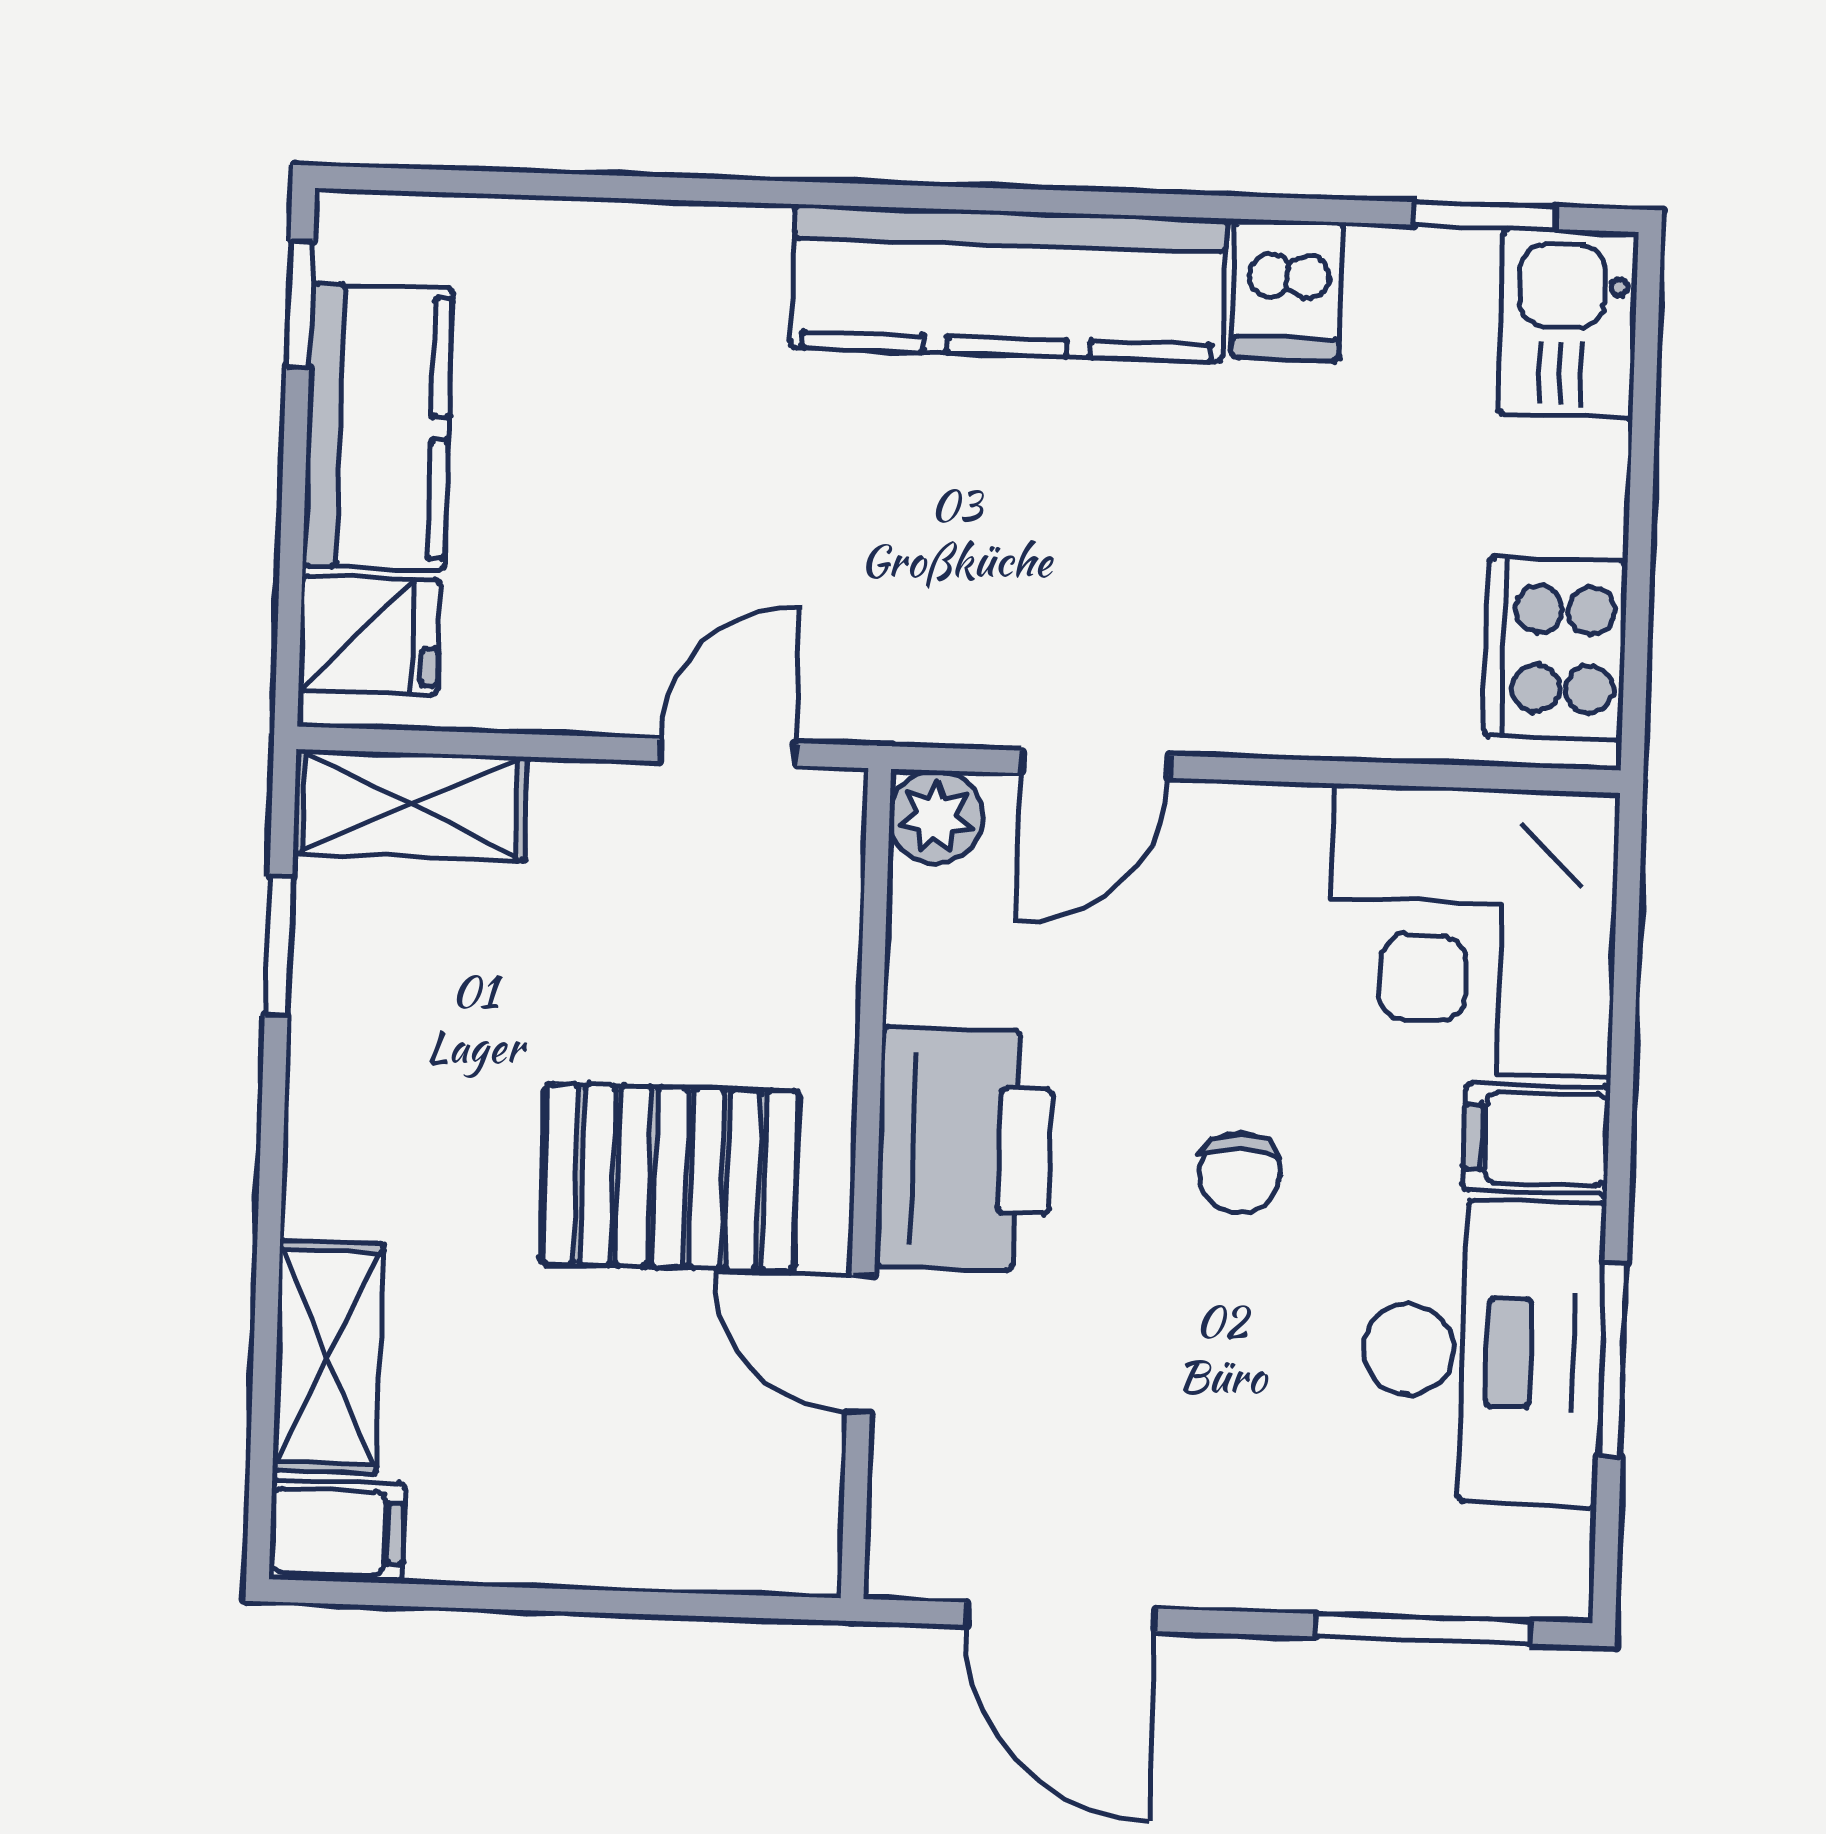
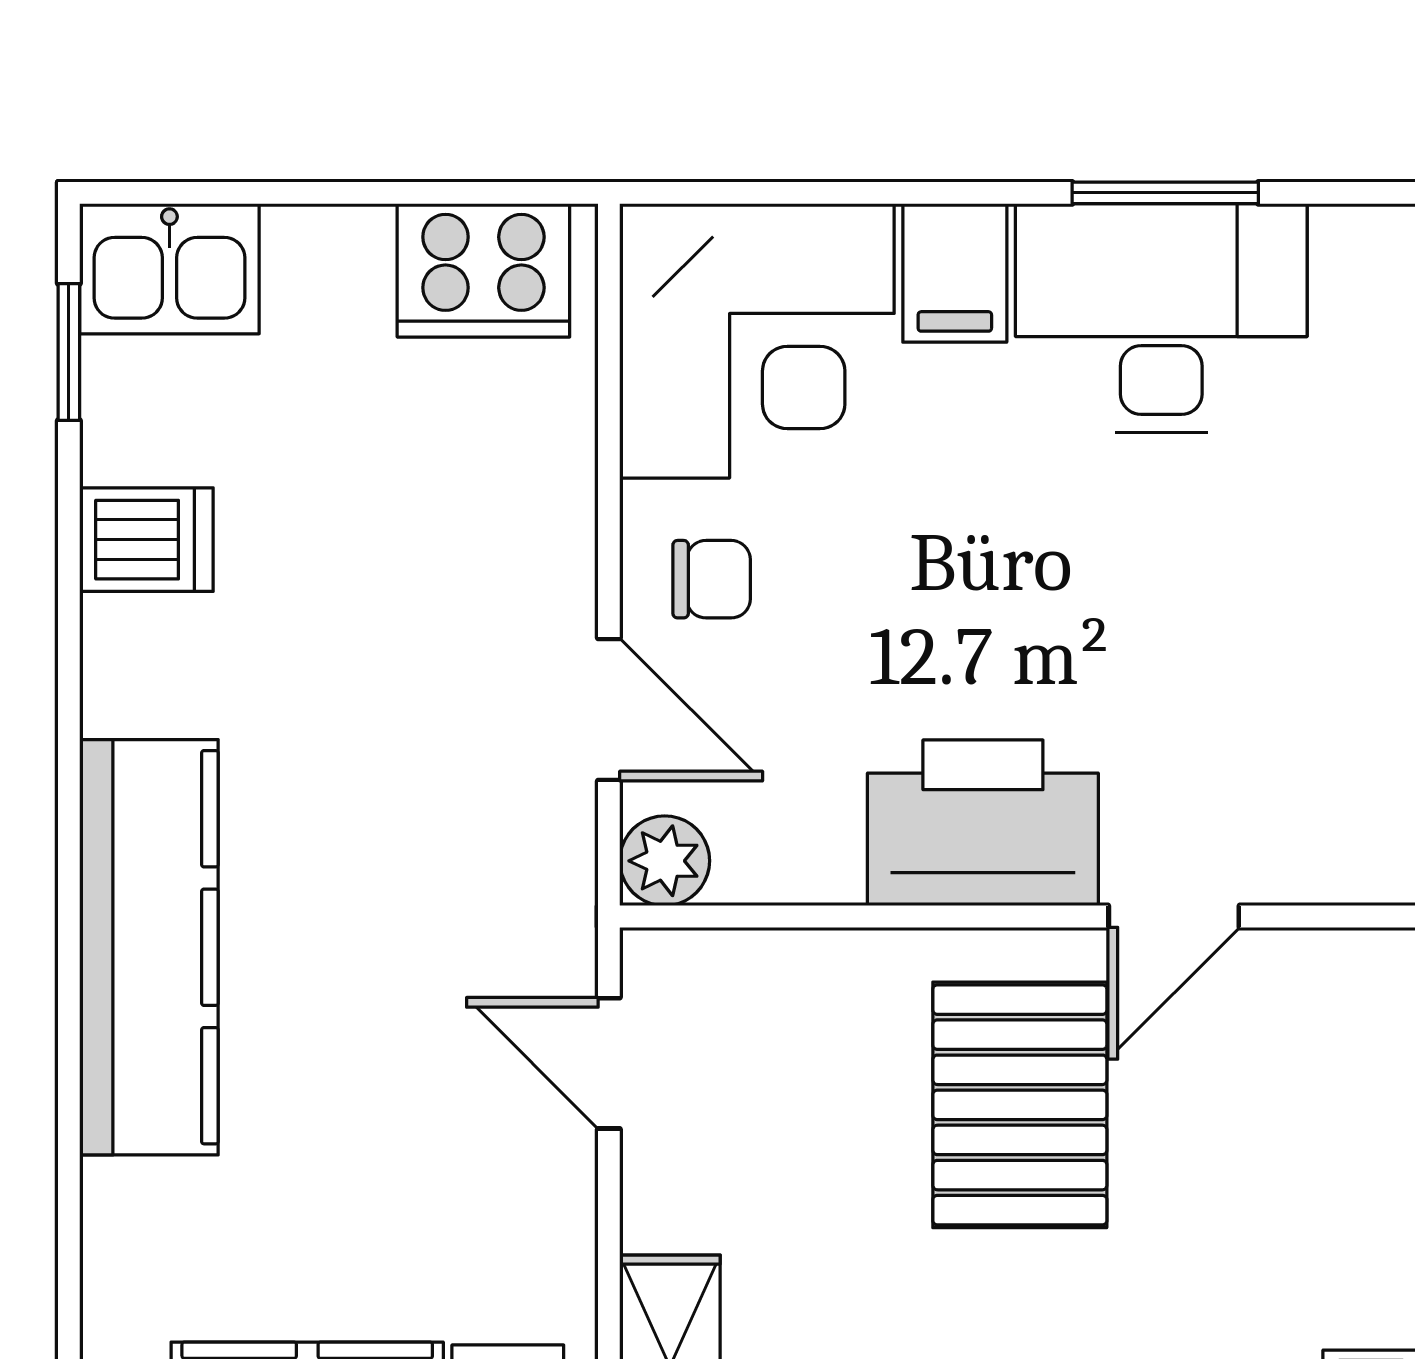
kitchen counter: (1009, 283) -> (149, 947), moved
chair: (1239, 1173) -> (712, 579), moved

